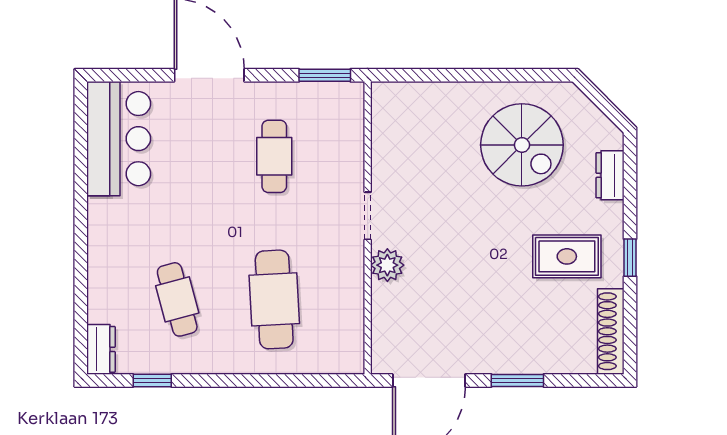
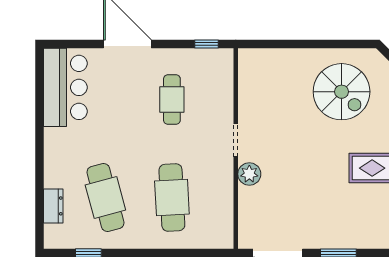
window: (325, 75) -> (206, 44), width x0.67
cafe table: (177, 299) -> (105, 198), width x1.37, depth x1.35
dresser: (101, 349) -> (53, 206), moved

